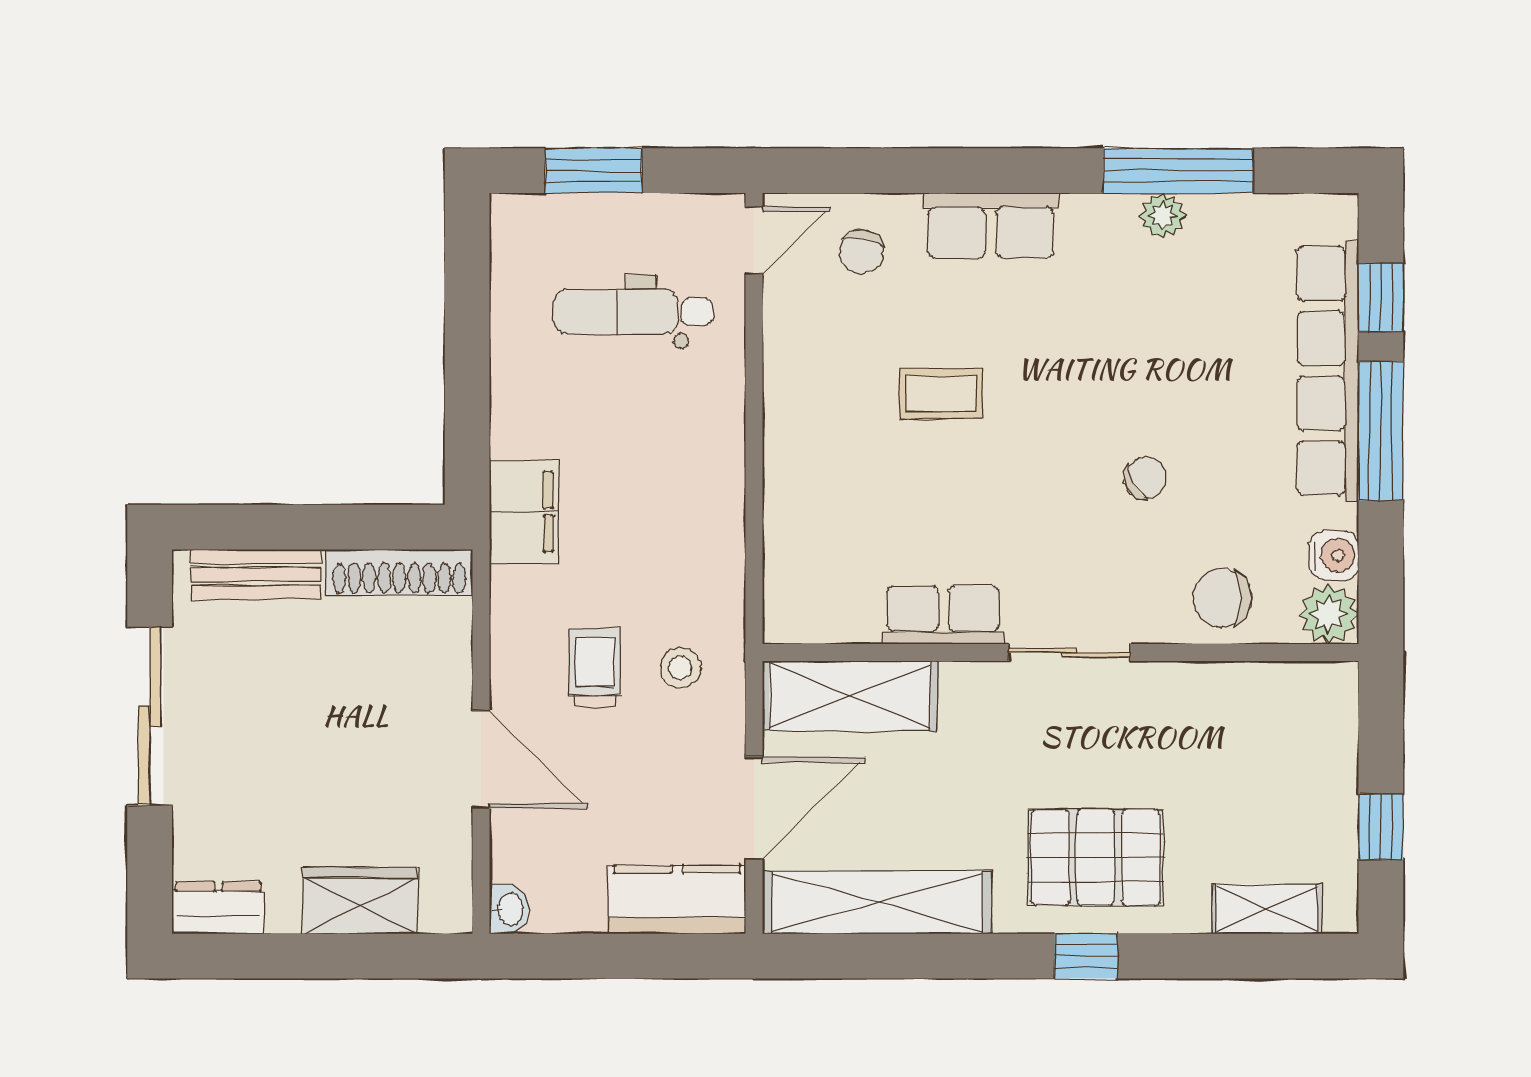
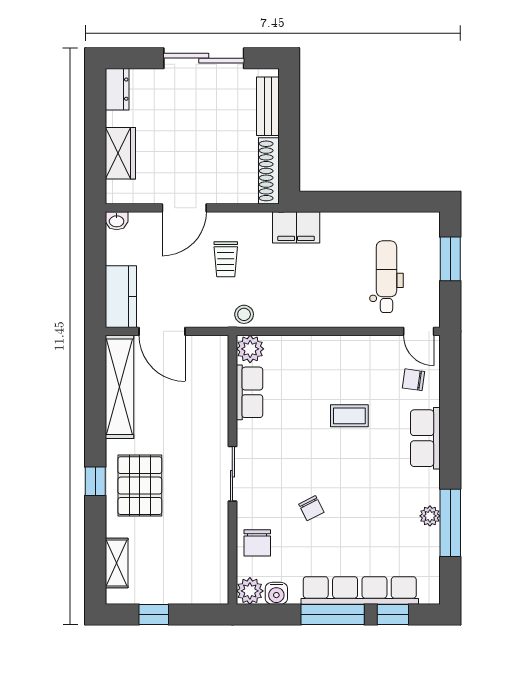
coffee table: (941, 394) -> (349, 416), turned 90
chair: (1222, 598) -> (257, 543), turned 180
plant: (793, 613) -> (250, 349), added
row of seats: (943, 615) -> (249, 392), moved
trolley: (595, 667) -> (226, 259), turned 90
stool: (680, 668) -> (244, 314), moved
shelving: (850, 696) -> (213, 375), removed

